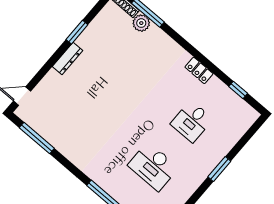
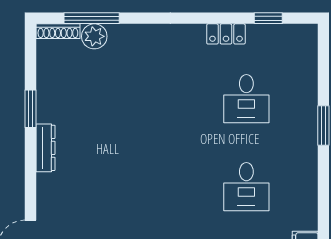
locker: (199, 70) -> (226, 34), moved
desk: (153, 166) -> (246, 187), width x0.73

